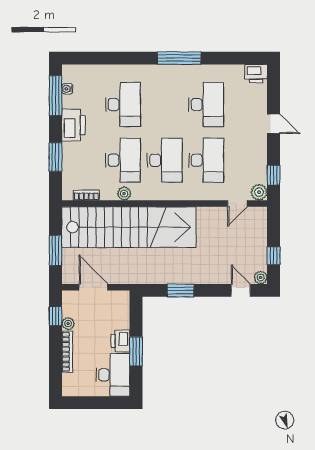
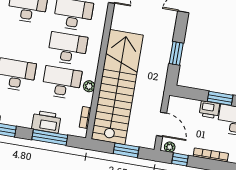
printer: (73, 125) -> (46, 122), moved
window: (55, 157) -> (50, 137), width x1.44
door: (93, 287) -> (162, 124), swing flipped
plant: (68, 324) -> (170, 147), moved

